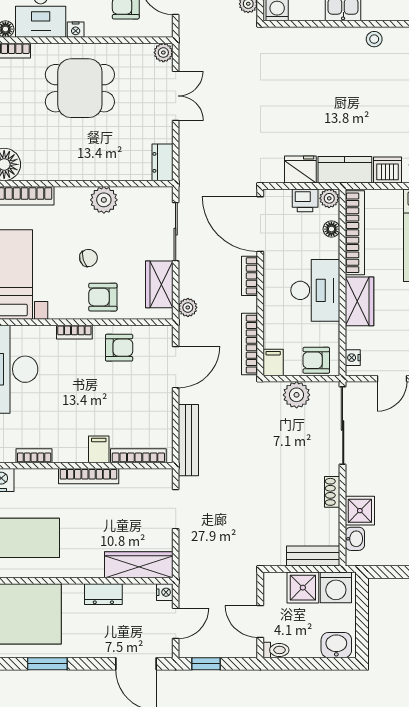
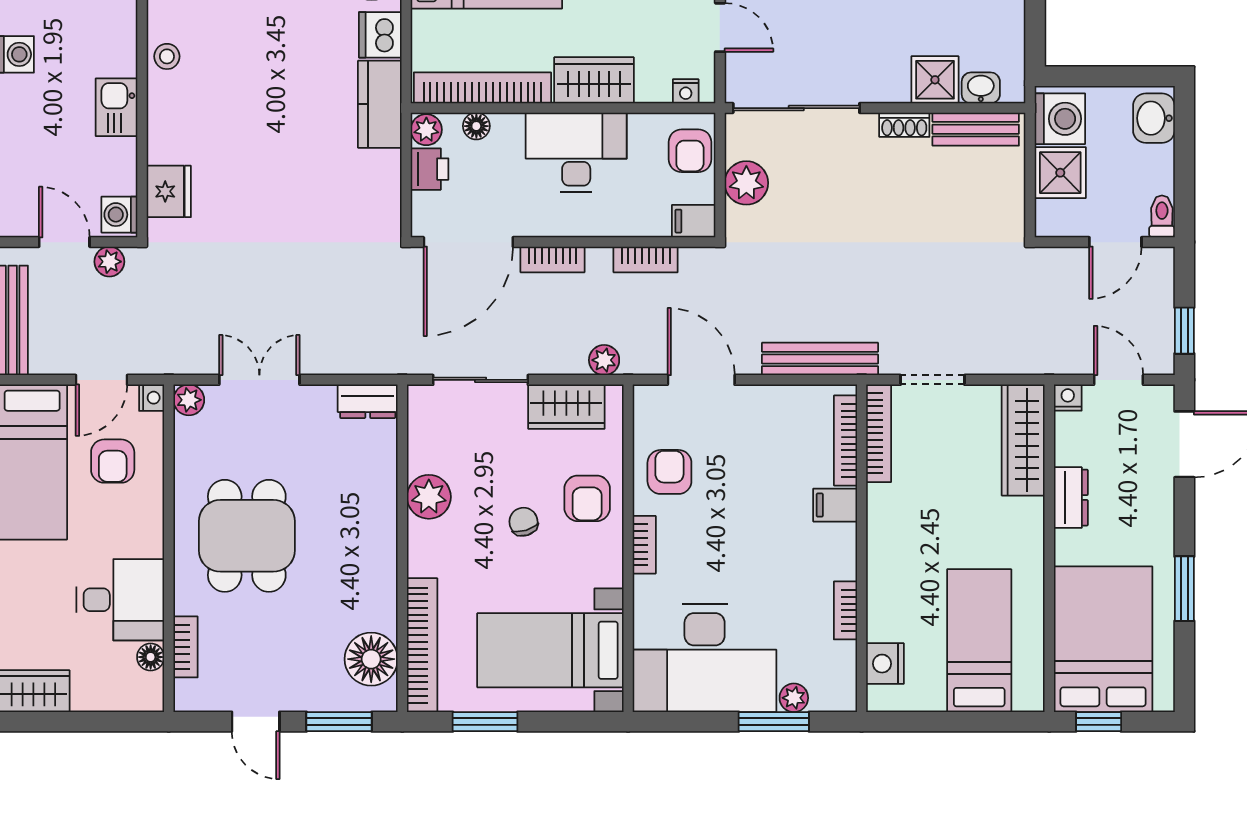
nightstand: (76, 30) -> (152, 398), moved
fridge: (300, 169) -> (169, 191), moved, turned 180
bookcase: (250, 344) -> (646, 259), width x0.64
bookcase: (89, 476) -> (879, 433), moved
bench: (313, 556) -> (976, 129), moved, turned 90

